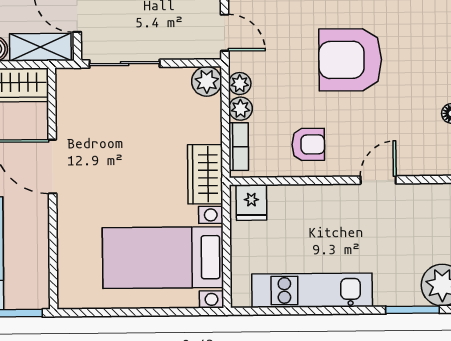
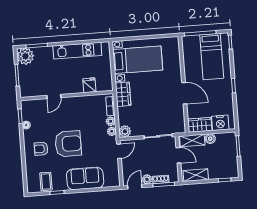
door: (225, 33) -> (119, 151), swing flipped
armchair: (308, 144) -> (41, 149), moved
fridge: (251, 202) -> (89, 85), moved

